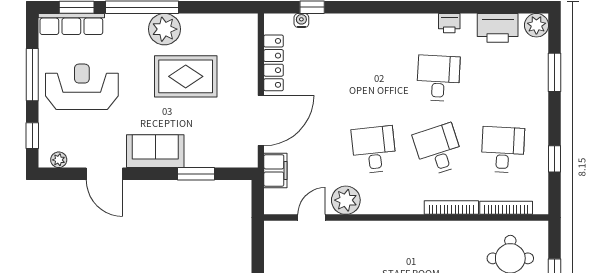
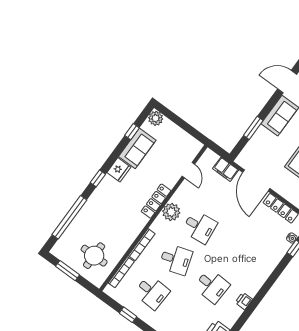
printer: (449, 23) -> (244, 301), moved
plant: (346, 200) -> (171, 212), moved
locker: (382, 230) -> (156, 201), added

